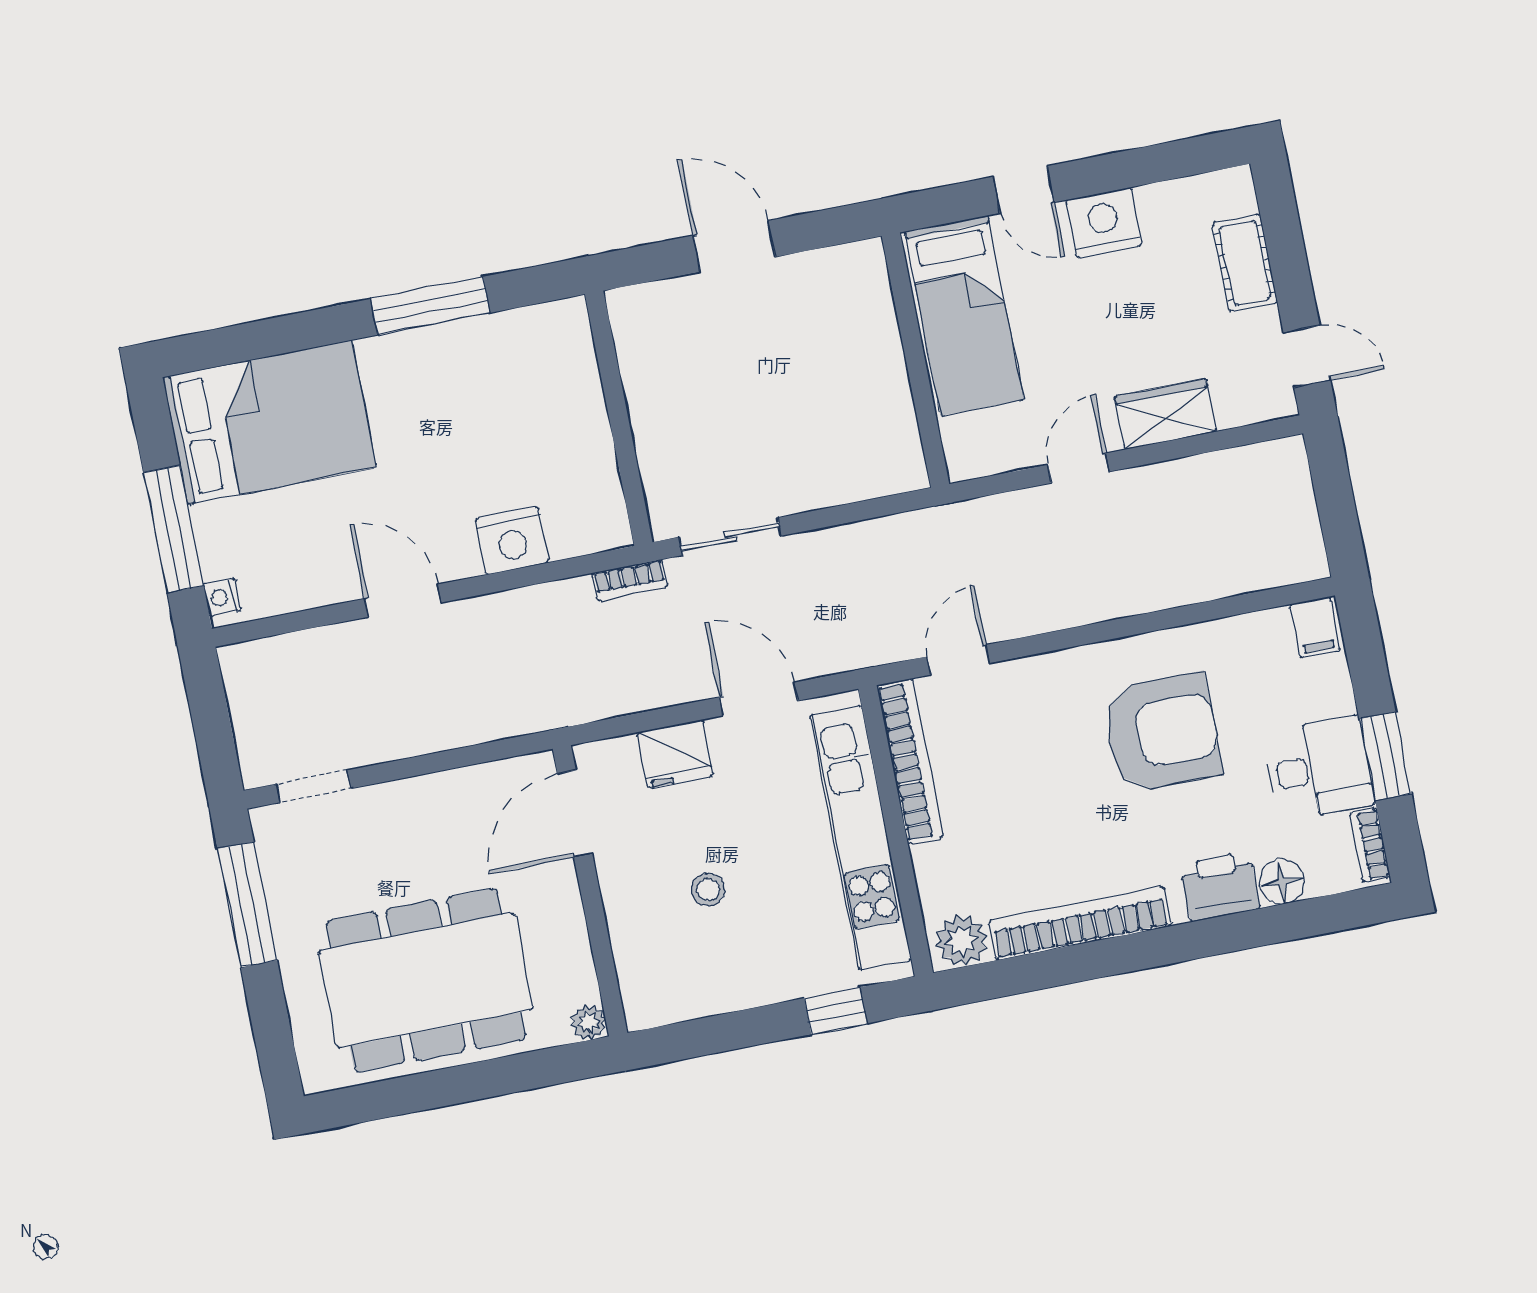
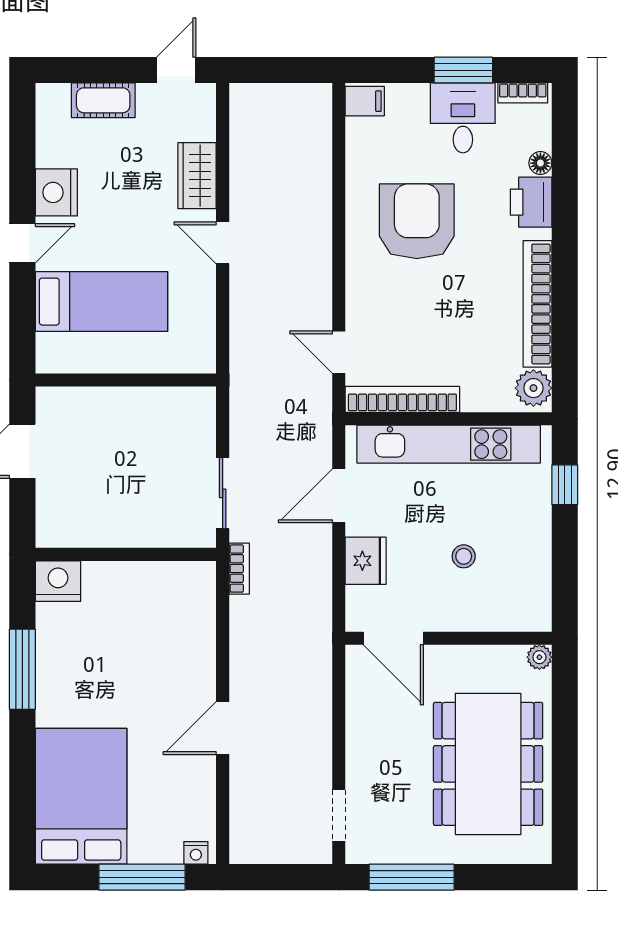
wall: (915, 360) -> (126, 380), moved
nightstand: (512, 540) -> (58, 581), moved, turned -90
floor lamp: (1282, 882) -> (540, 163), width x0.73, depth x0.73

